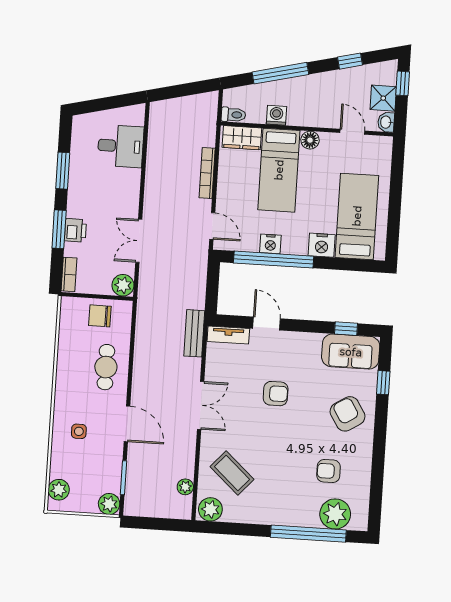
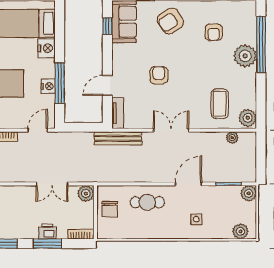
window: (274, 260) -> (60, 83), width x0.68
bench: (194, 333) -> (118, 138), width x1.36
coffee table: (232, 473) -> (220, 104), turned -42
plant: (335, 514) -> (245, 56), moved

